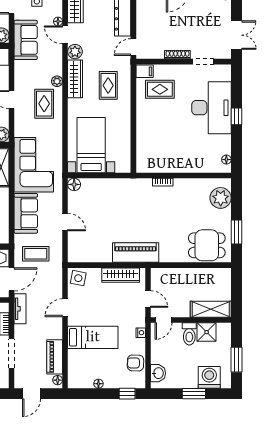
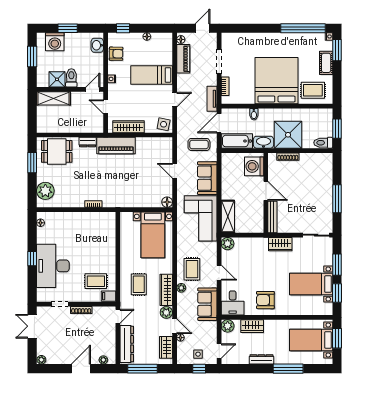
sofa: (26, 40) -> (207, 304), moved
dresser: (170, 257) -> (88, 142), added

